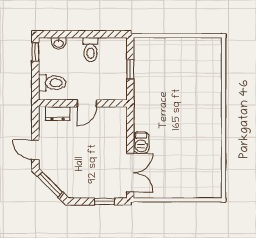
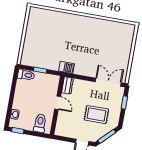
toilet: (91, 50) -> (26, 75), moved
dresser: (58, 114) -> (68, 86), moved
barbecue: (141, 142) -> (67, 67), moved
rug: (79, 164) -> (96, 115), added

